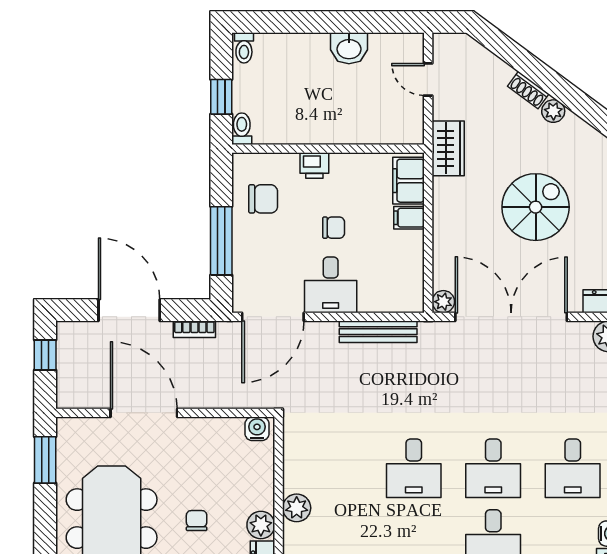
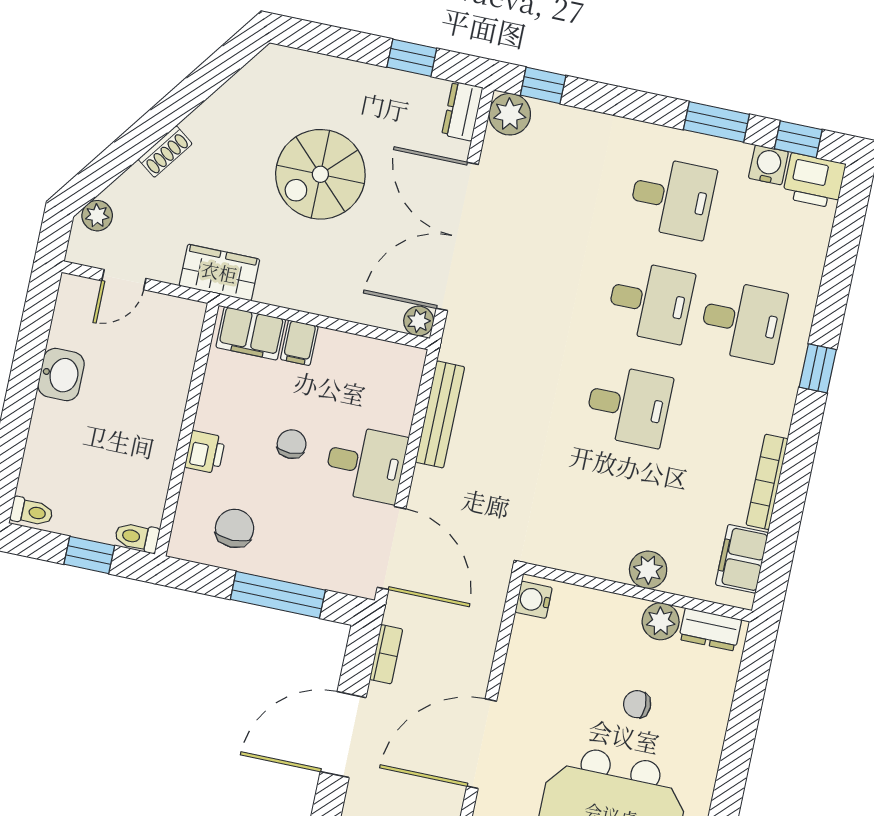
plant: (553, 111) -> (97, 216), moved
spiral stairs: (536, 207) -> (320, 174), turned -90

